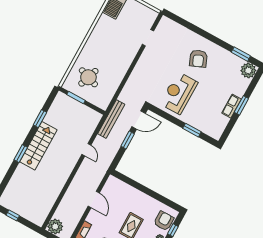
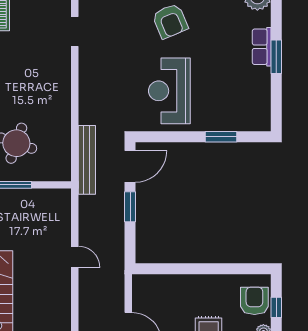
row of seats: (232, 106) -> (262, 47), moved
bench: (111, 119) -> (87, 160), moved

